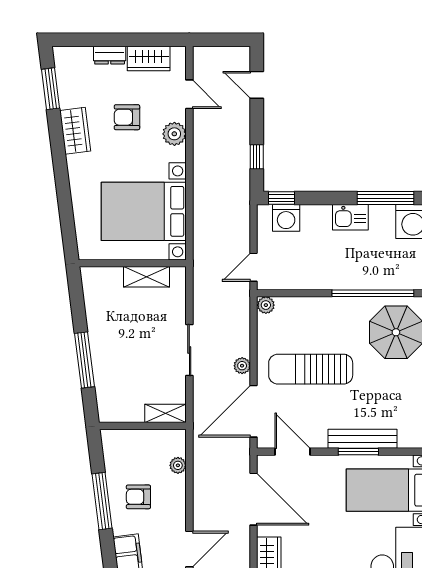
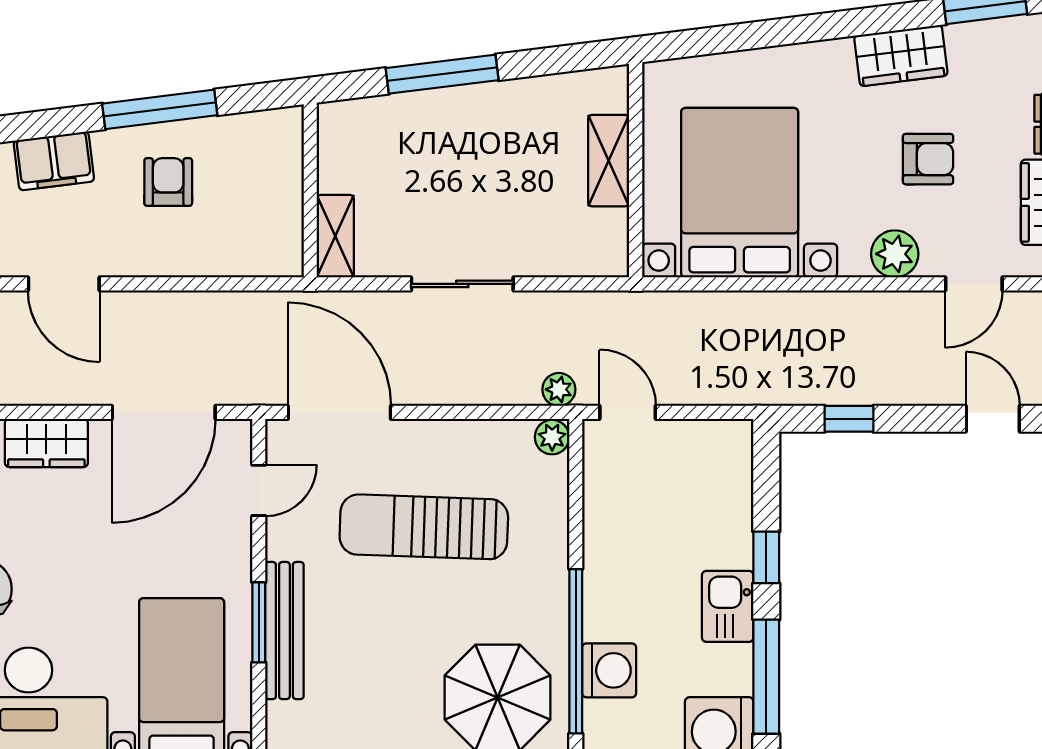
door: (257, 85) -> (993, 419), hinge flipped
armchair: (127, 117) -> (928, 159), turned 90
window: (281, 198) -> (766, 557), moved
washing machine: (286, 218) -> (609, 670), moved, turned 180
shelving: (147, 277) -> (609, 161), moved
plant: (242, 366) -> (559, 389), moved
sun lounger: (311, 369) -> (424, 527), turned -88
door: (293, 452) -> (259, 490), width x0.73
plant: (178, 465) -> (231, 261), removed

